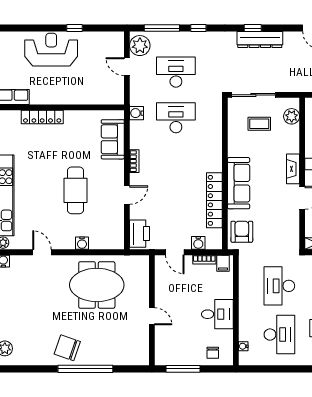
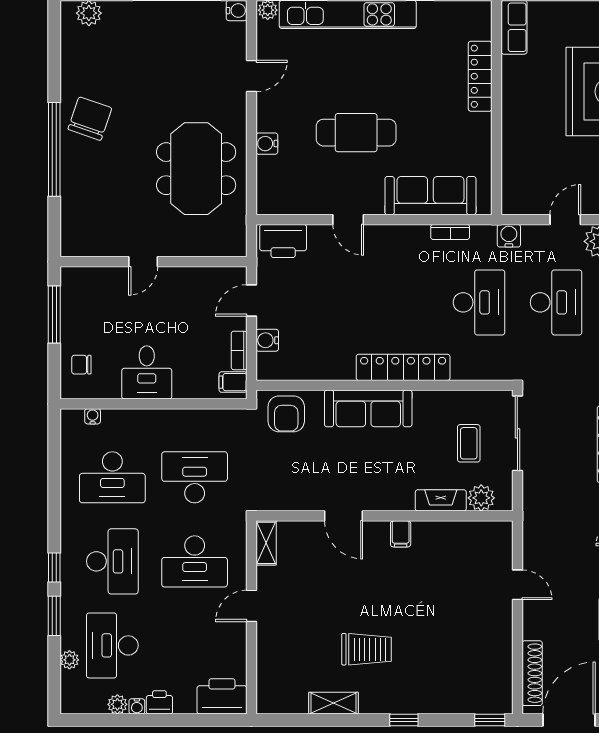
water cooler: (136, 113) -> (509, 236), moved
sofa: (113, 139) -> (430, 196), width x1.36
bookcase: (134, 161) -> (450, 232), moved
fireplace: (293, 169) -> (441, 500), moved
locker: (214, 200) -> (403, 367), moved
armchair: (242, 232) -> (286, 414), turned 90

